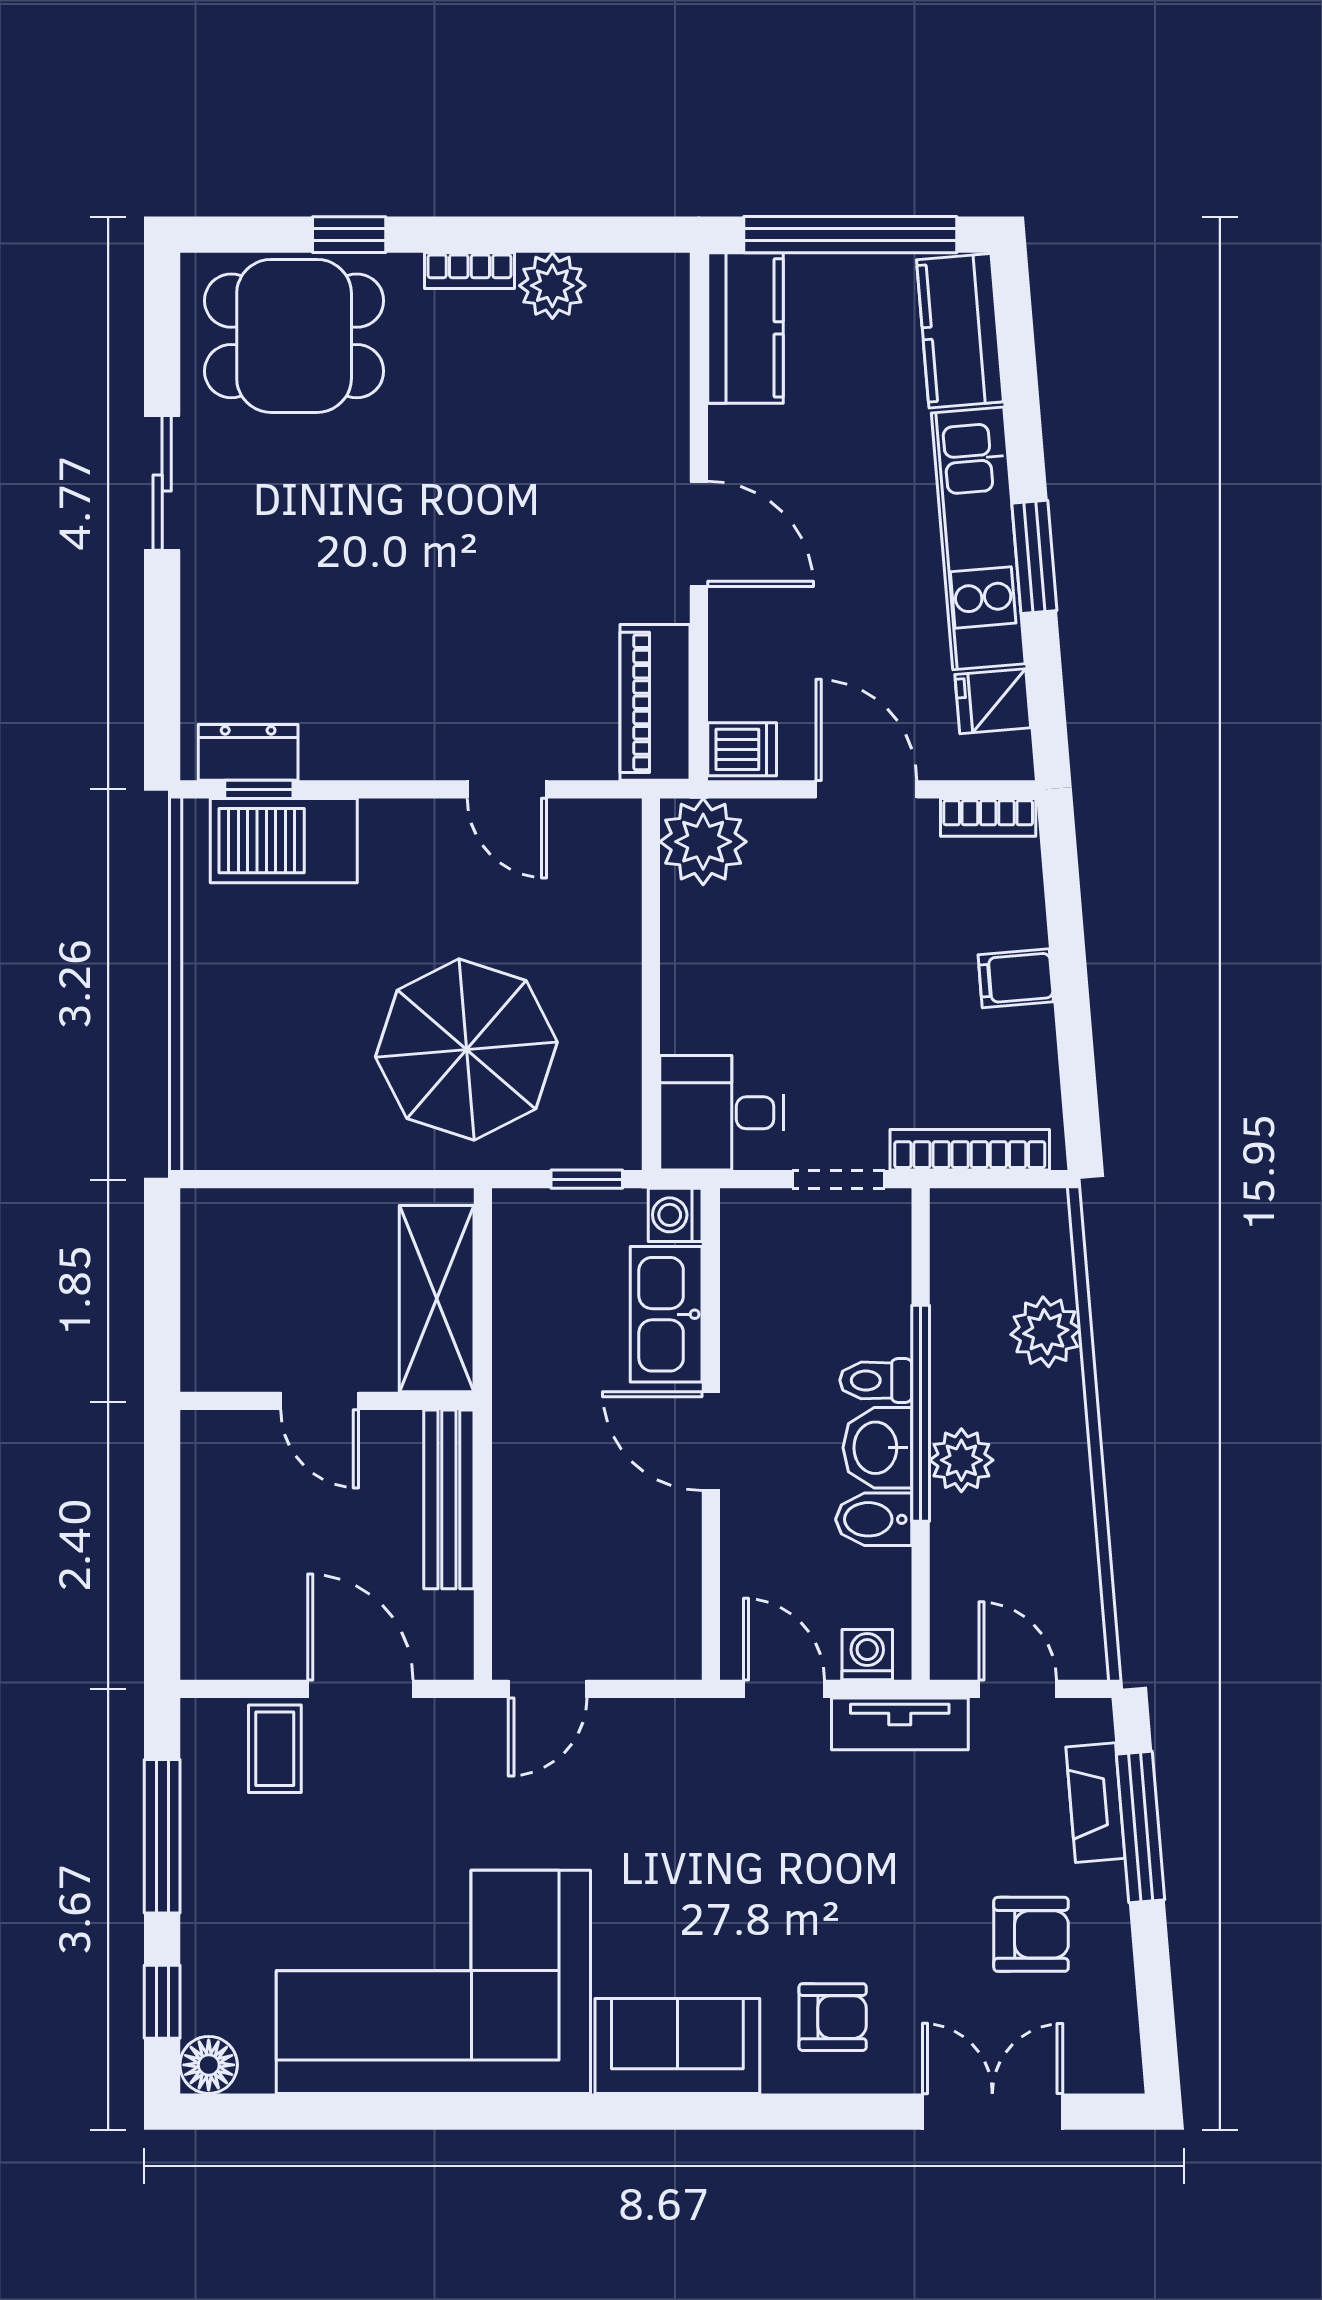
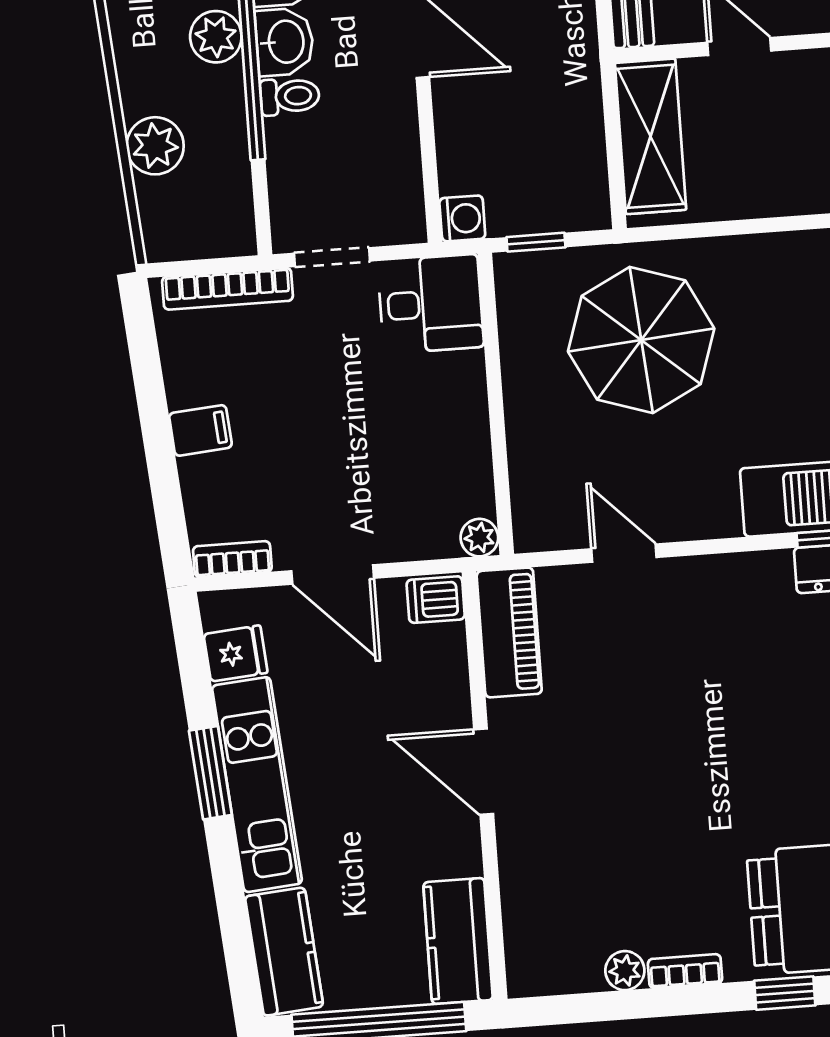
plant: (552, 286) -> (625, 971), width x0.73, depth x0.73
plant: (703, 842) -> (479, 538), width x0.53, depth x0.53
kitchen sink: (666, 1314) -> (464, 137), removed

